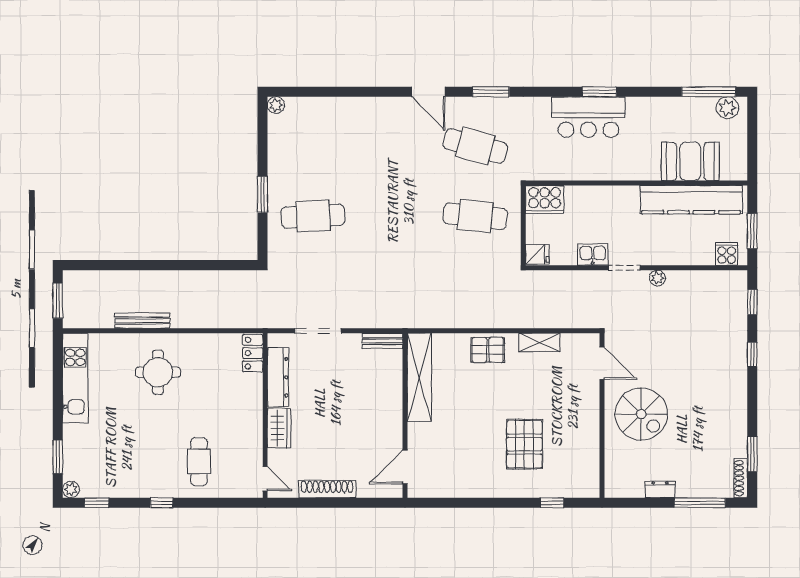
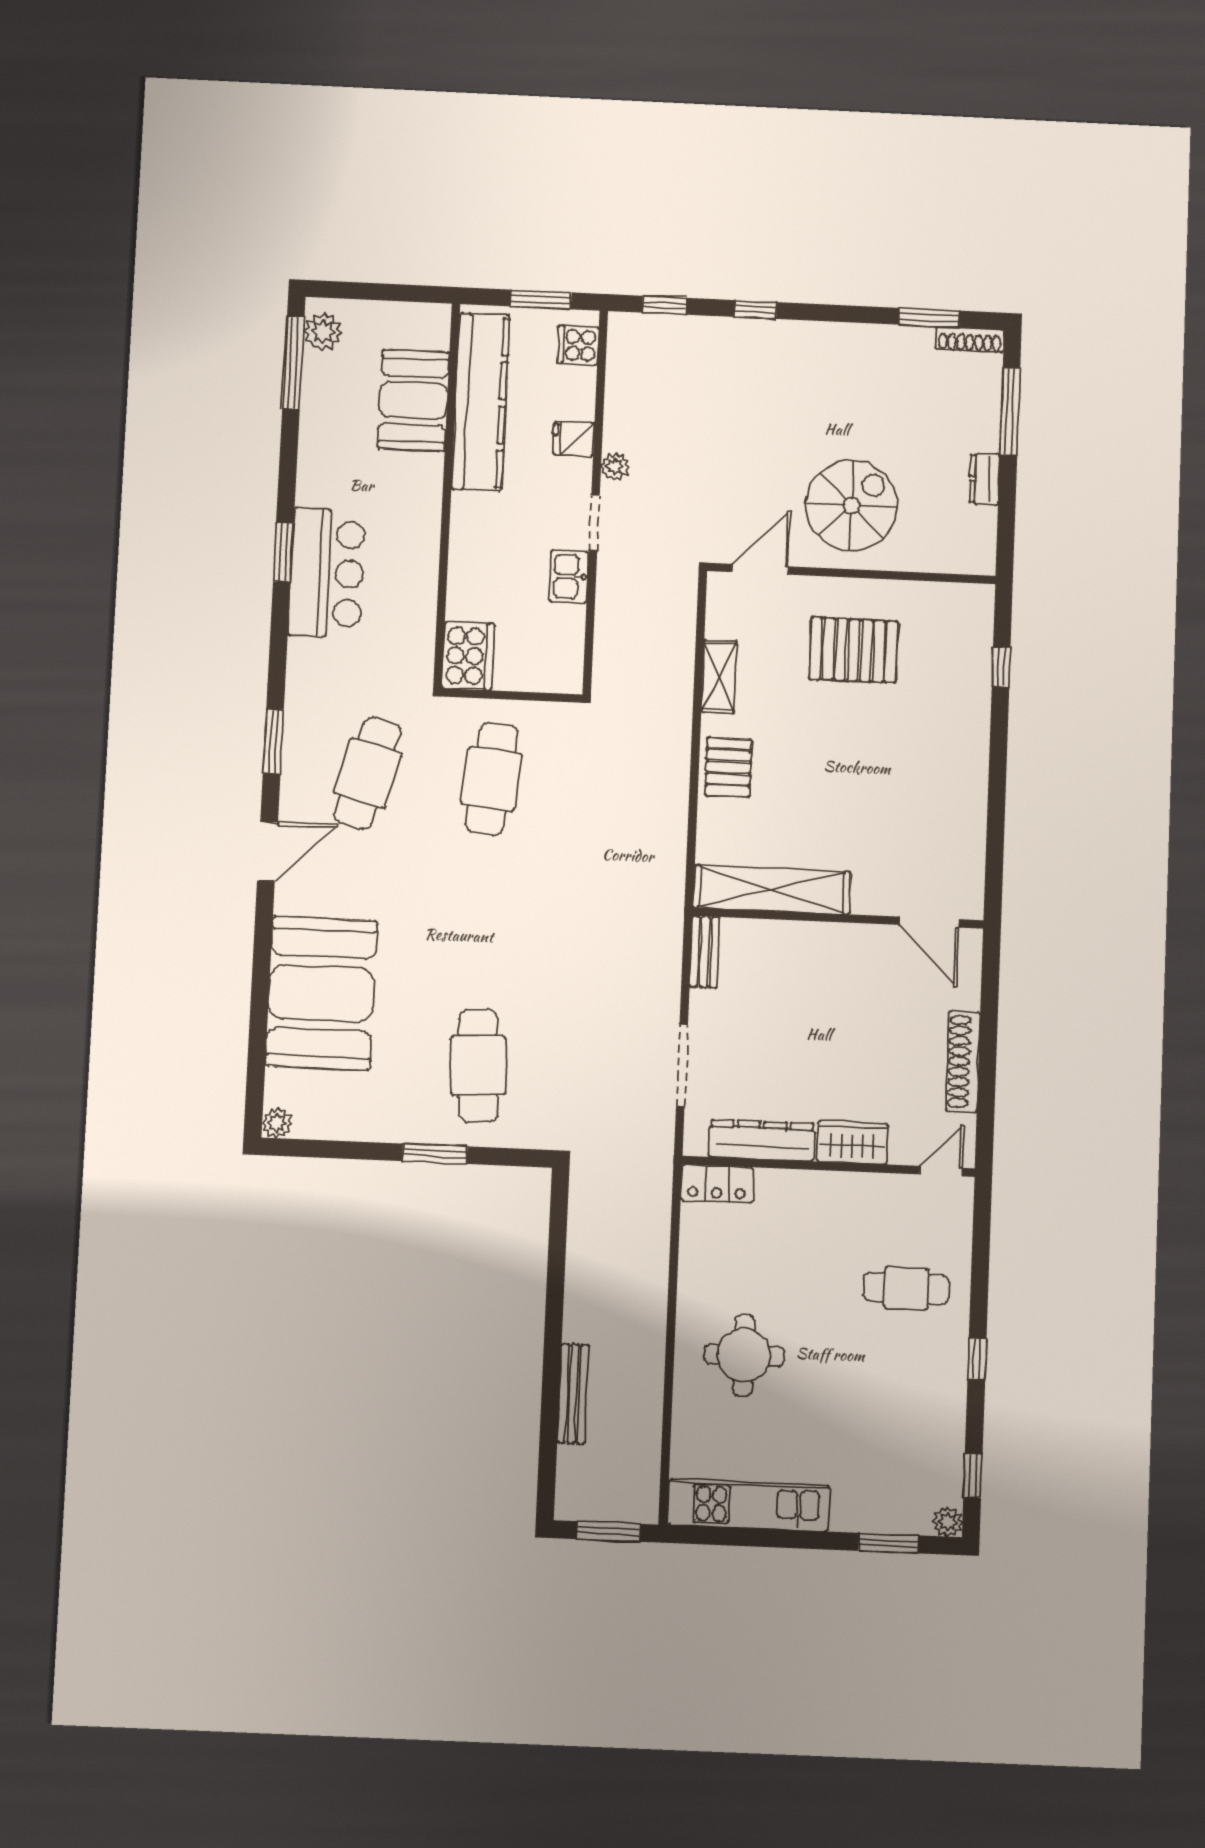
booth: (350, 126) -> (321, 993), added
fridge: (537, 254) -> (574, 439), moved, turned -90
bench: (142, 321) -> (573, 1394), moved
pallet: (524, 444) -> (854, 650), moved

